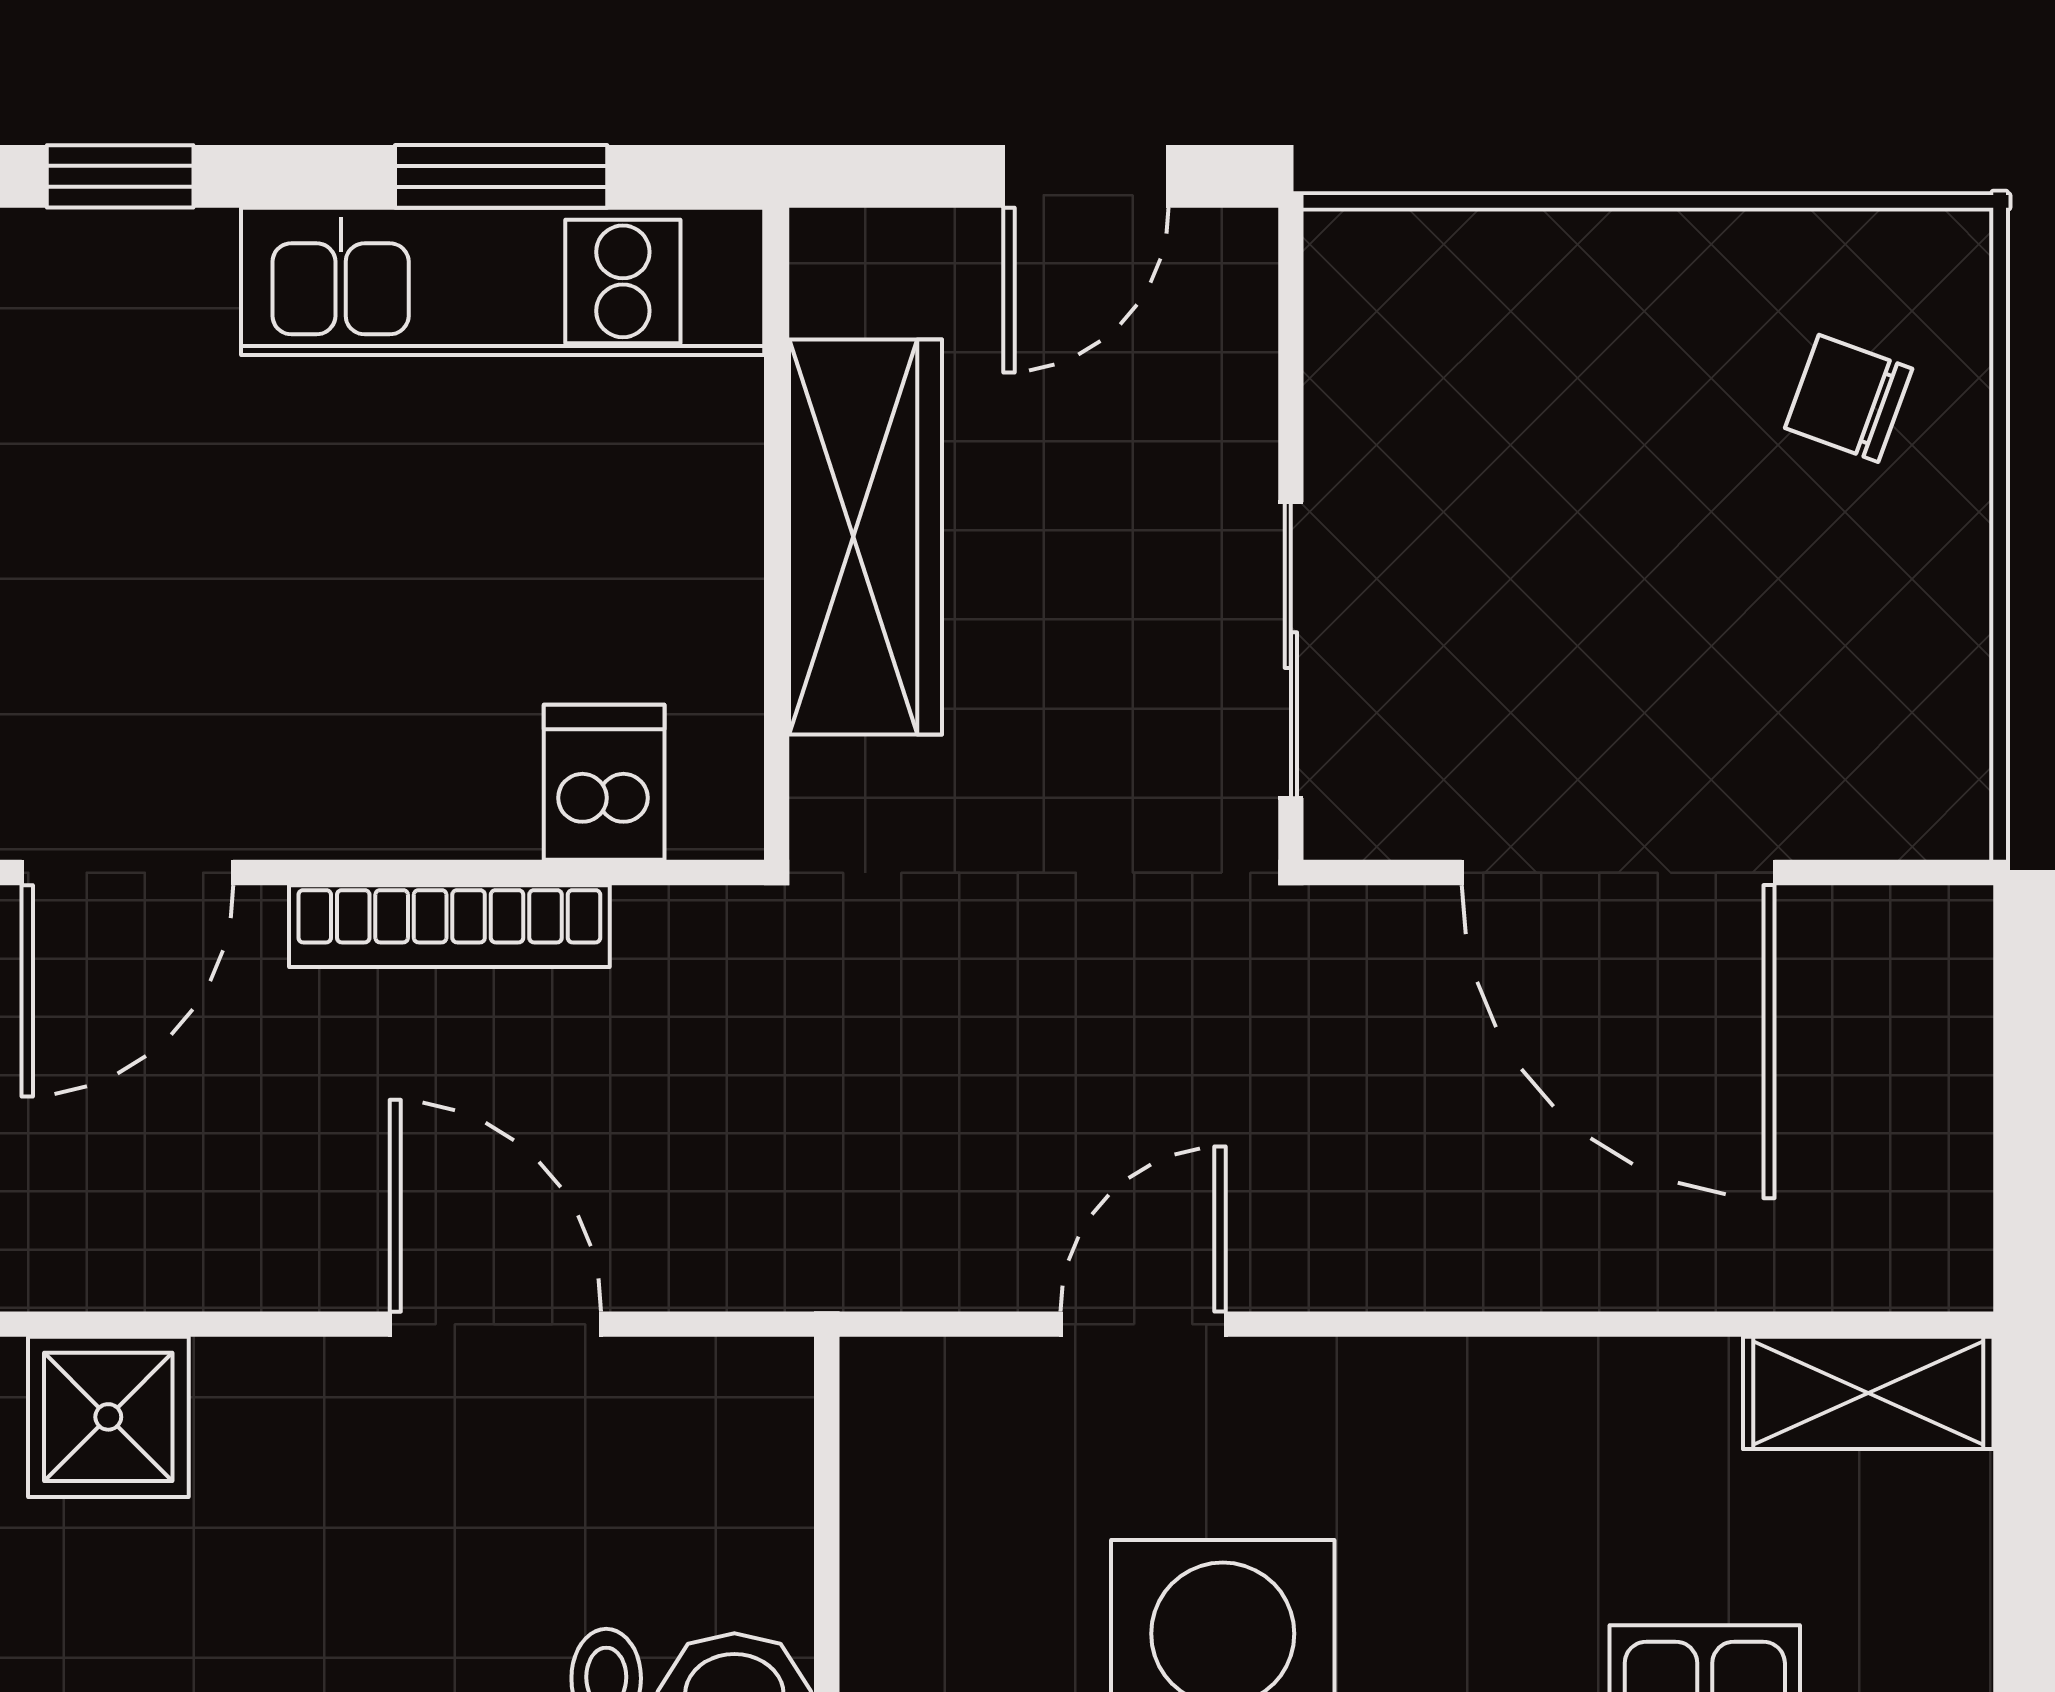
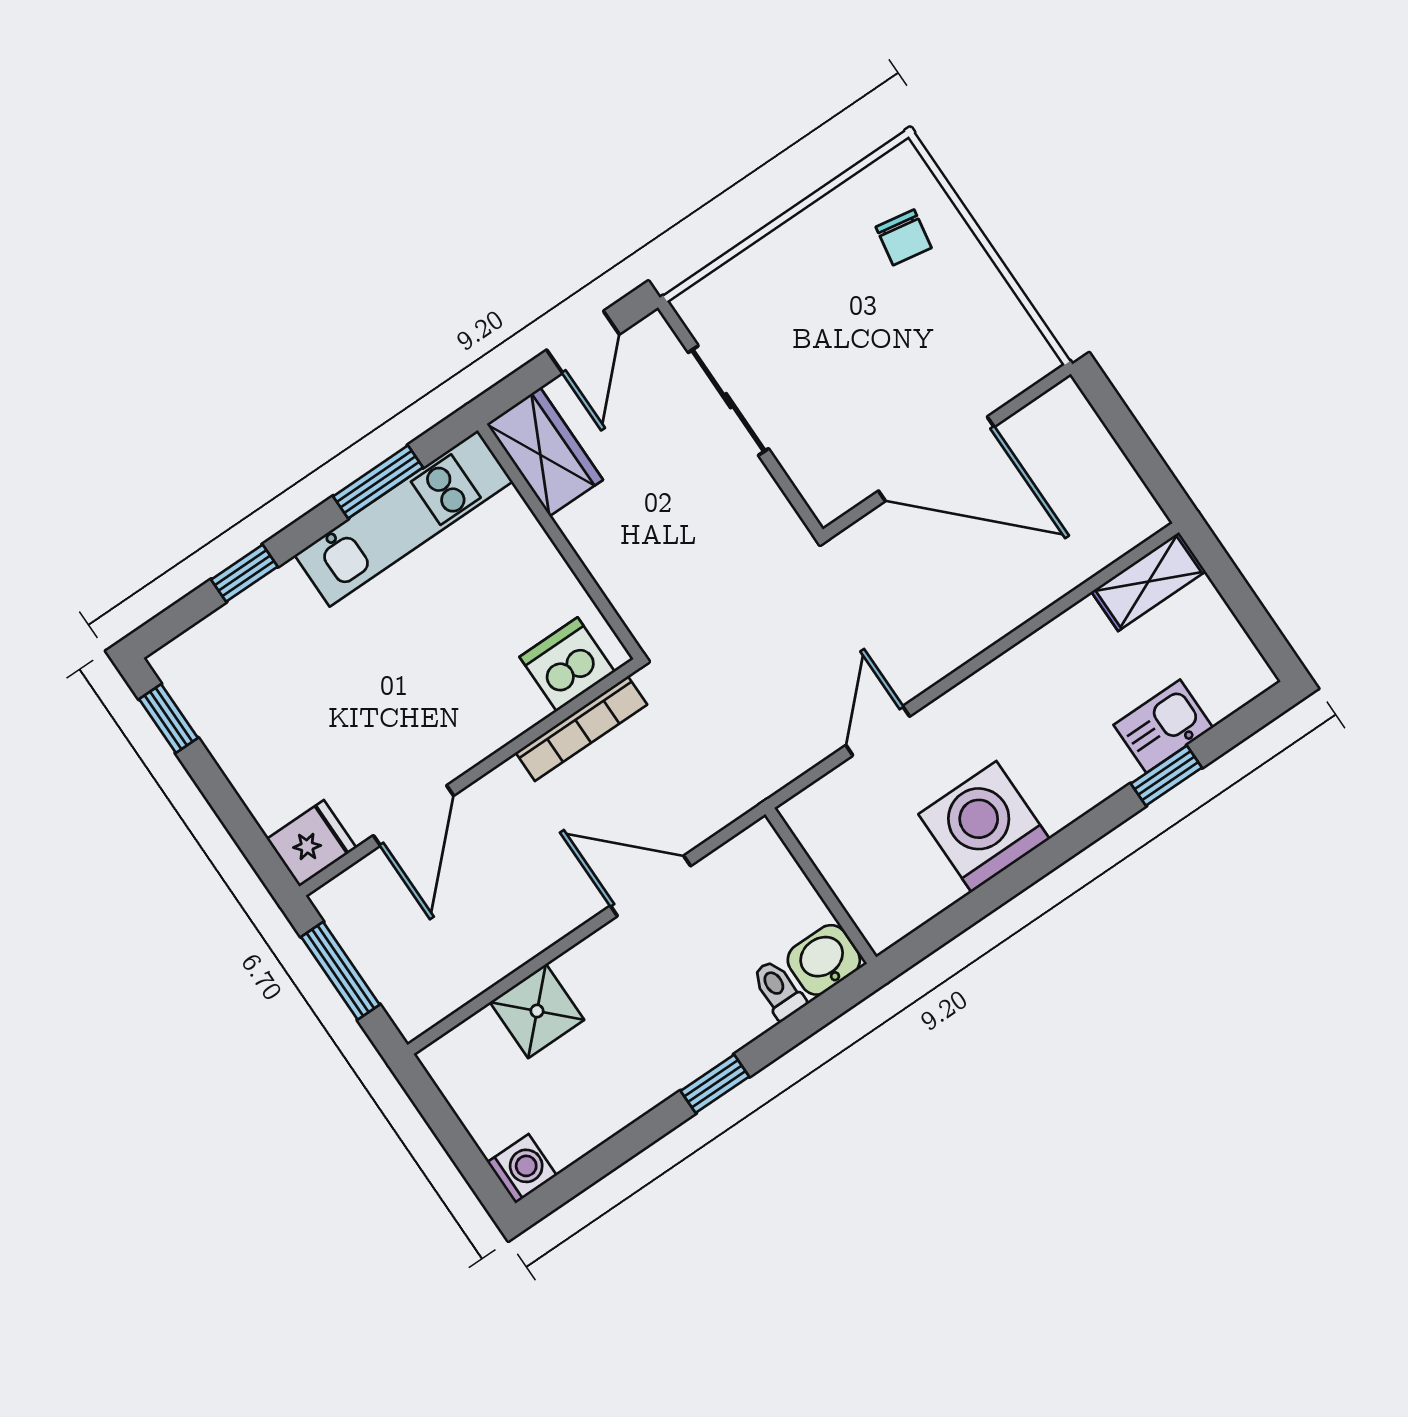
chair: (1849, 398) -> (904, 237), turned -100
wardrobe: (866, 537) -> (545, 452), moved, width x0.67
sliding door: (1291, 650) -> (728, 401), moved
dishwasher: (604, 782) -> (567, 664), width x1.38
bookcase: (449, 926) -> (581, 729), moved

